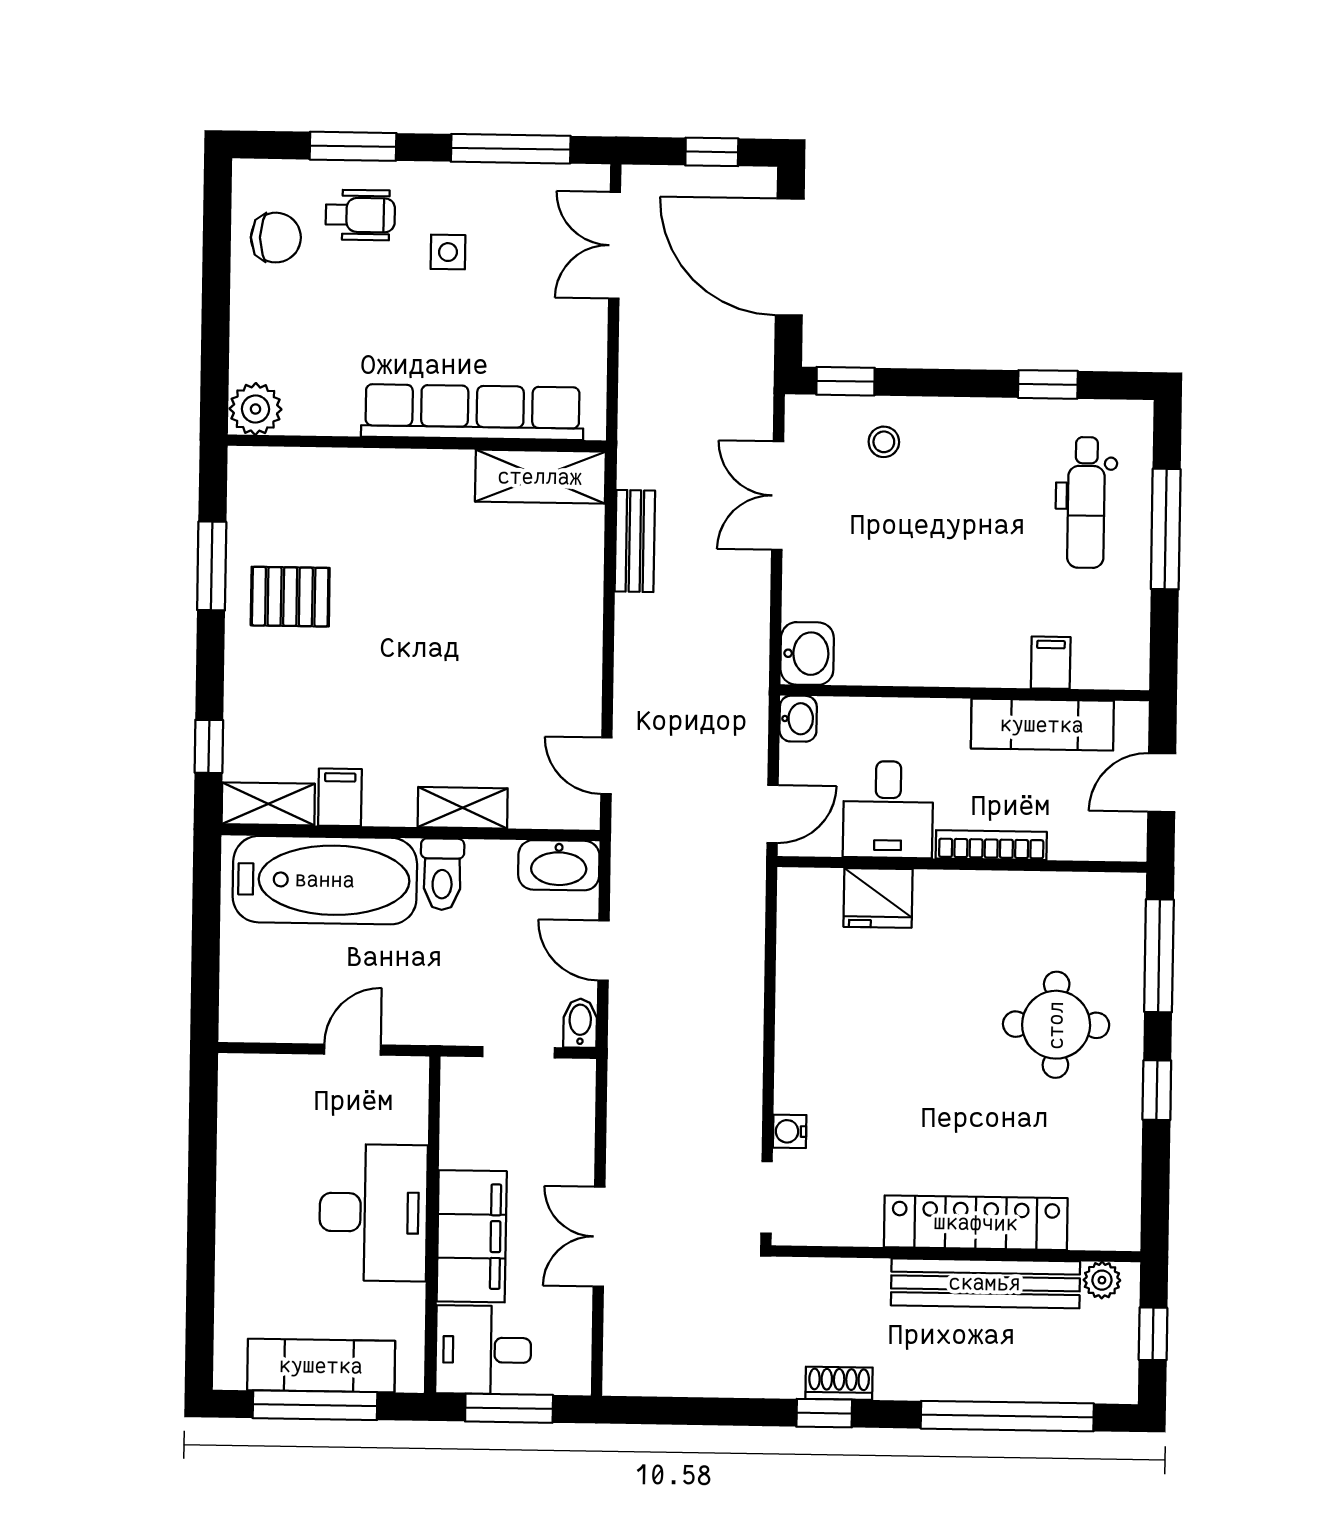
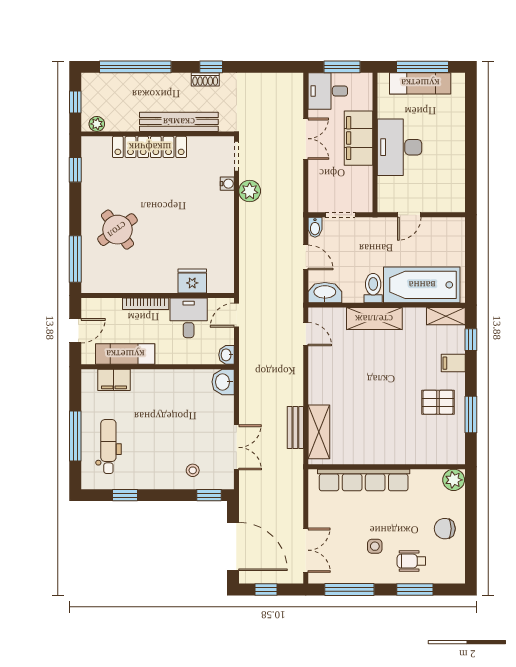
chair: (276, 238) -> (445, 529), moved
shelving: (540, 477) -> (319, 432), moved, turned 90
filing cabinet: (1051, 663) -> (114, 380), width x2.00
filing cabinet: (340, 797) -> (453, 363), moved, turned 90
shelving: (463, 808) -> (374, 319), width x1.50, depth x1.33
round table: (1056, 1025) -> (117, 230), turned -36
window: (1157, 1090) -> (75, 170), moved
plant: (736, 1113) -> (250, 191), added
bench: (985, 1283) -> (179, 122), moved
desk: (483, 1350) -> (328, 91), moved, turned 180

